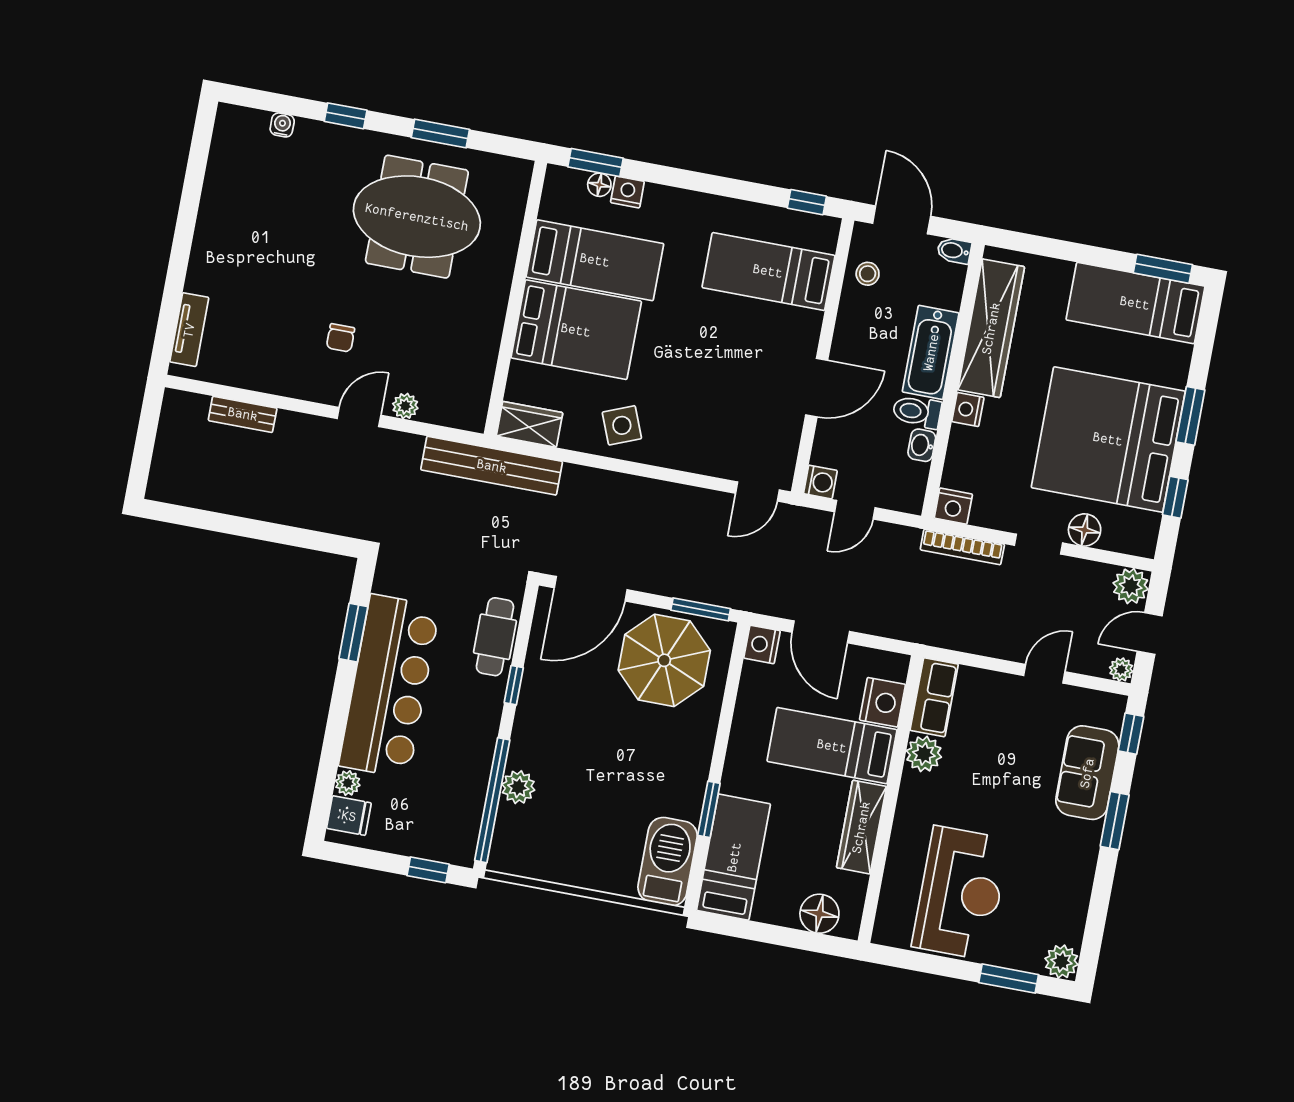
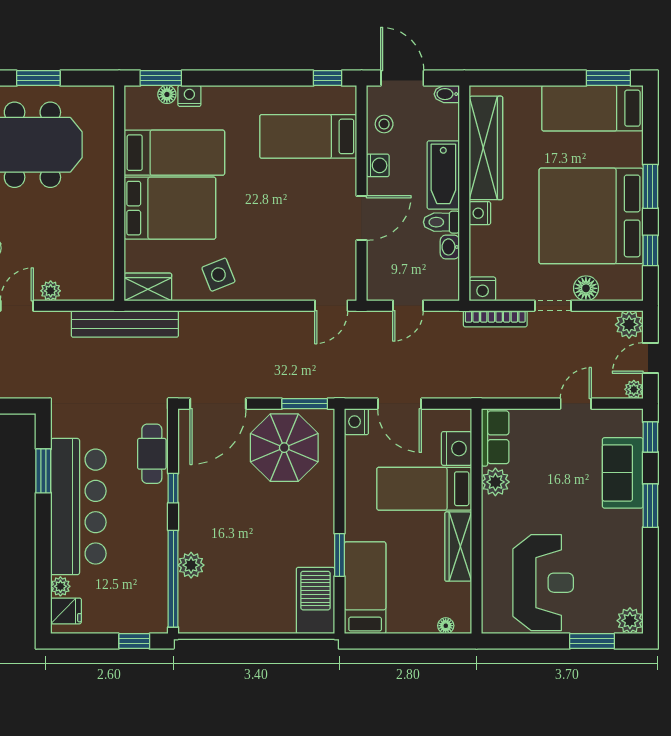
washing machine: (820, 482) -> (378, 165), moved
floor lamp: (819, 914) -> (446, 626), width x0.53, depth x0.53

